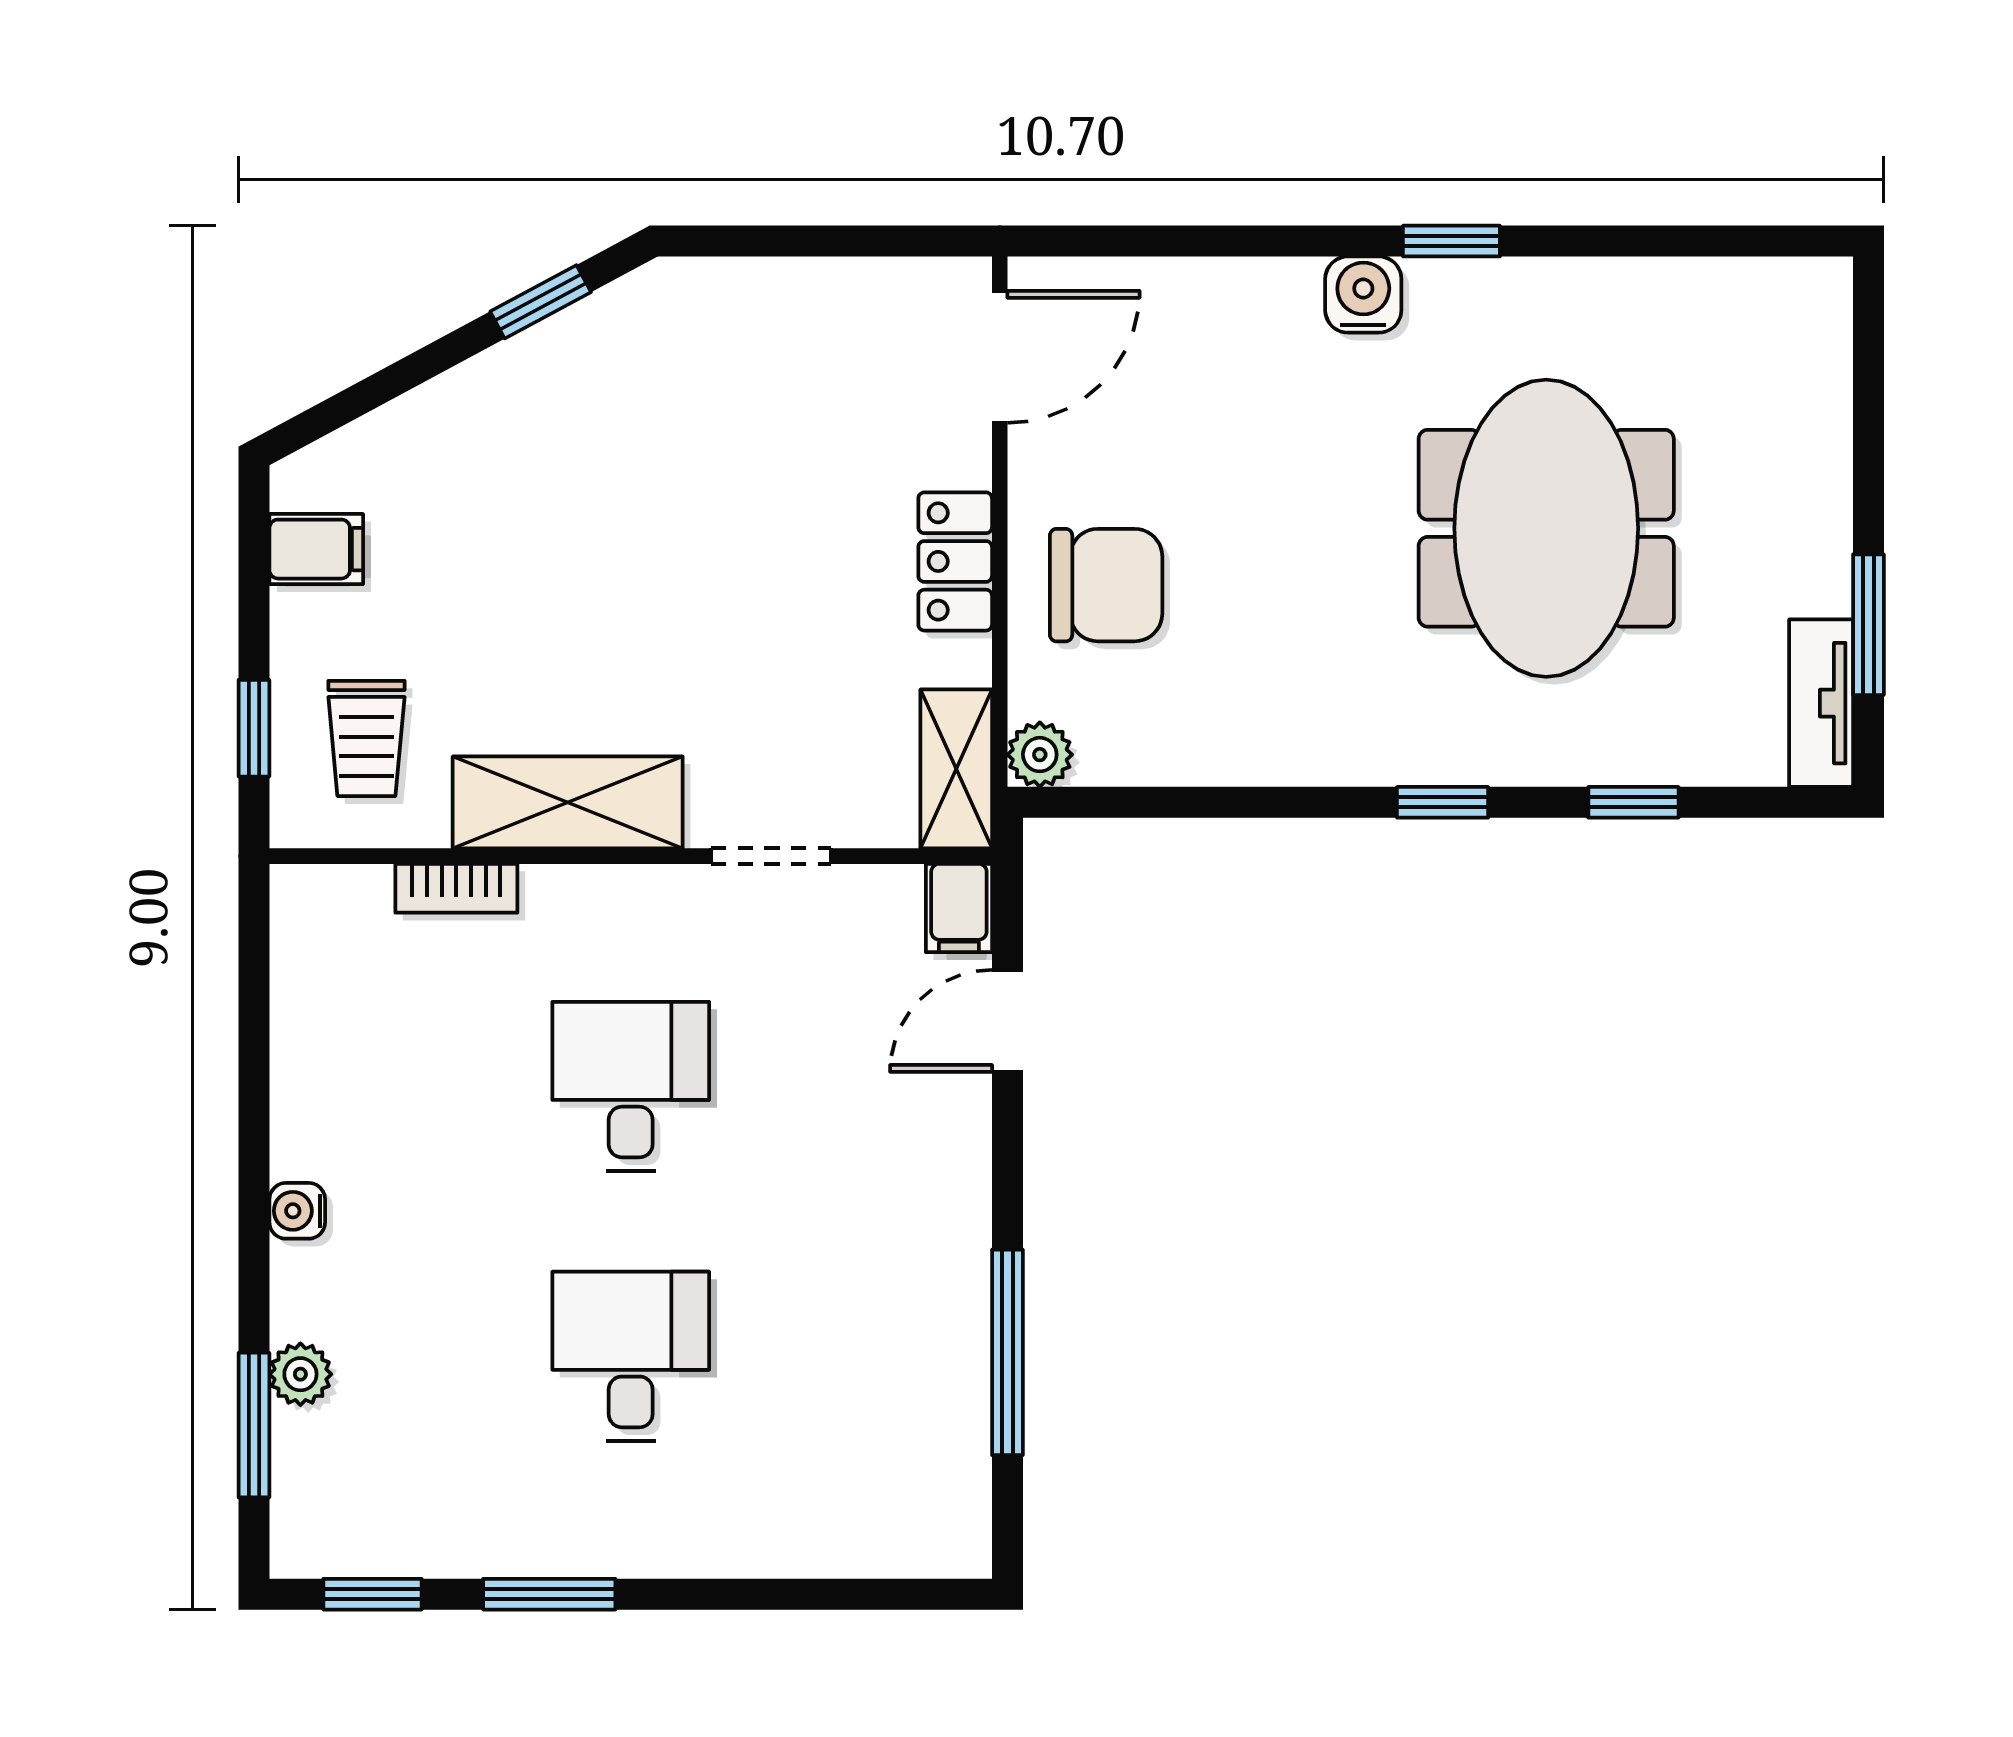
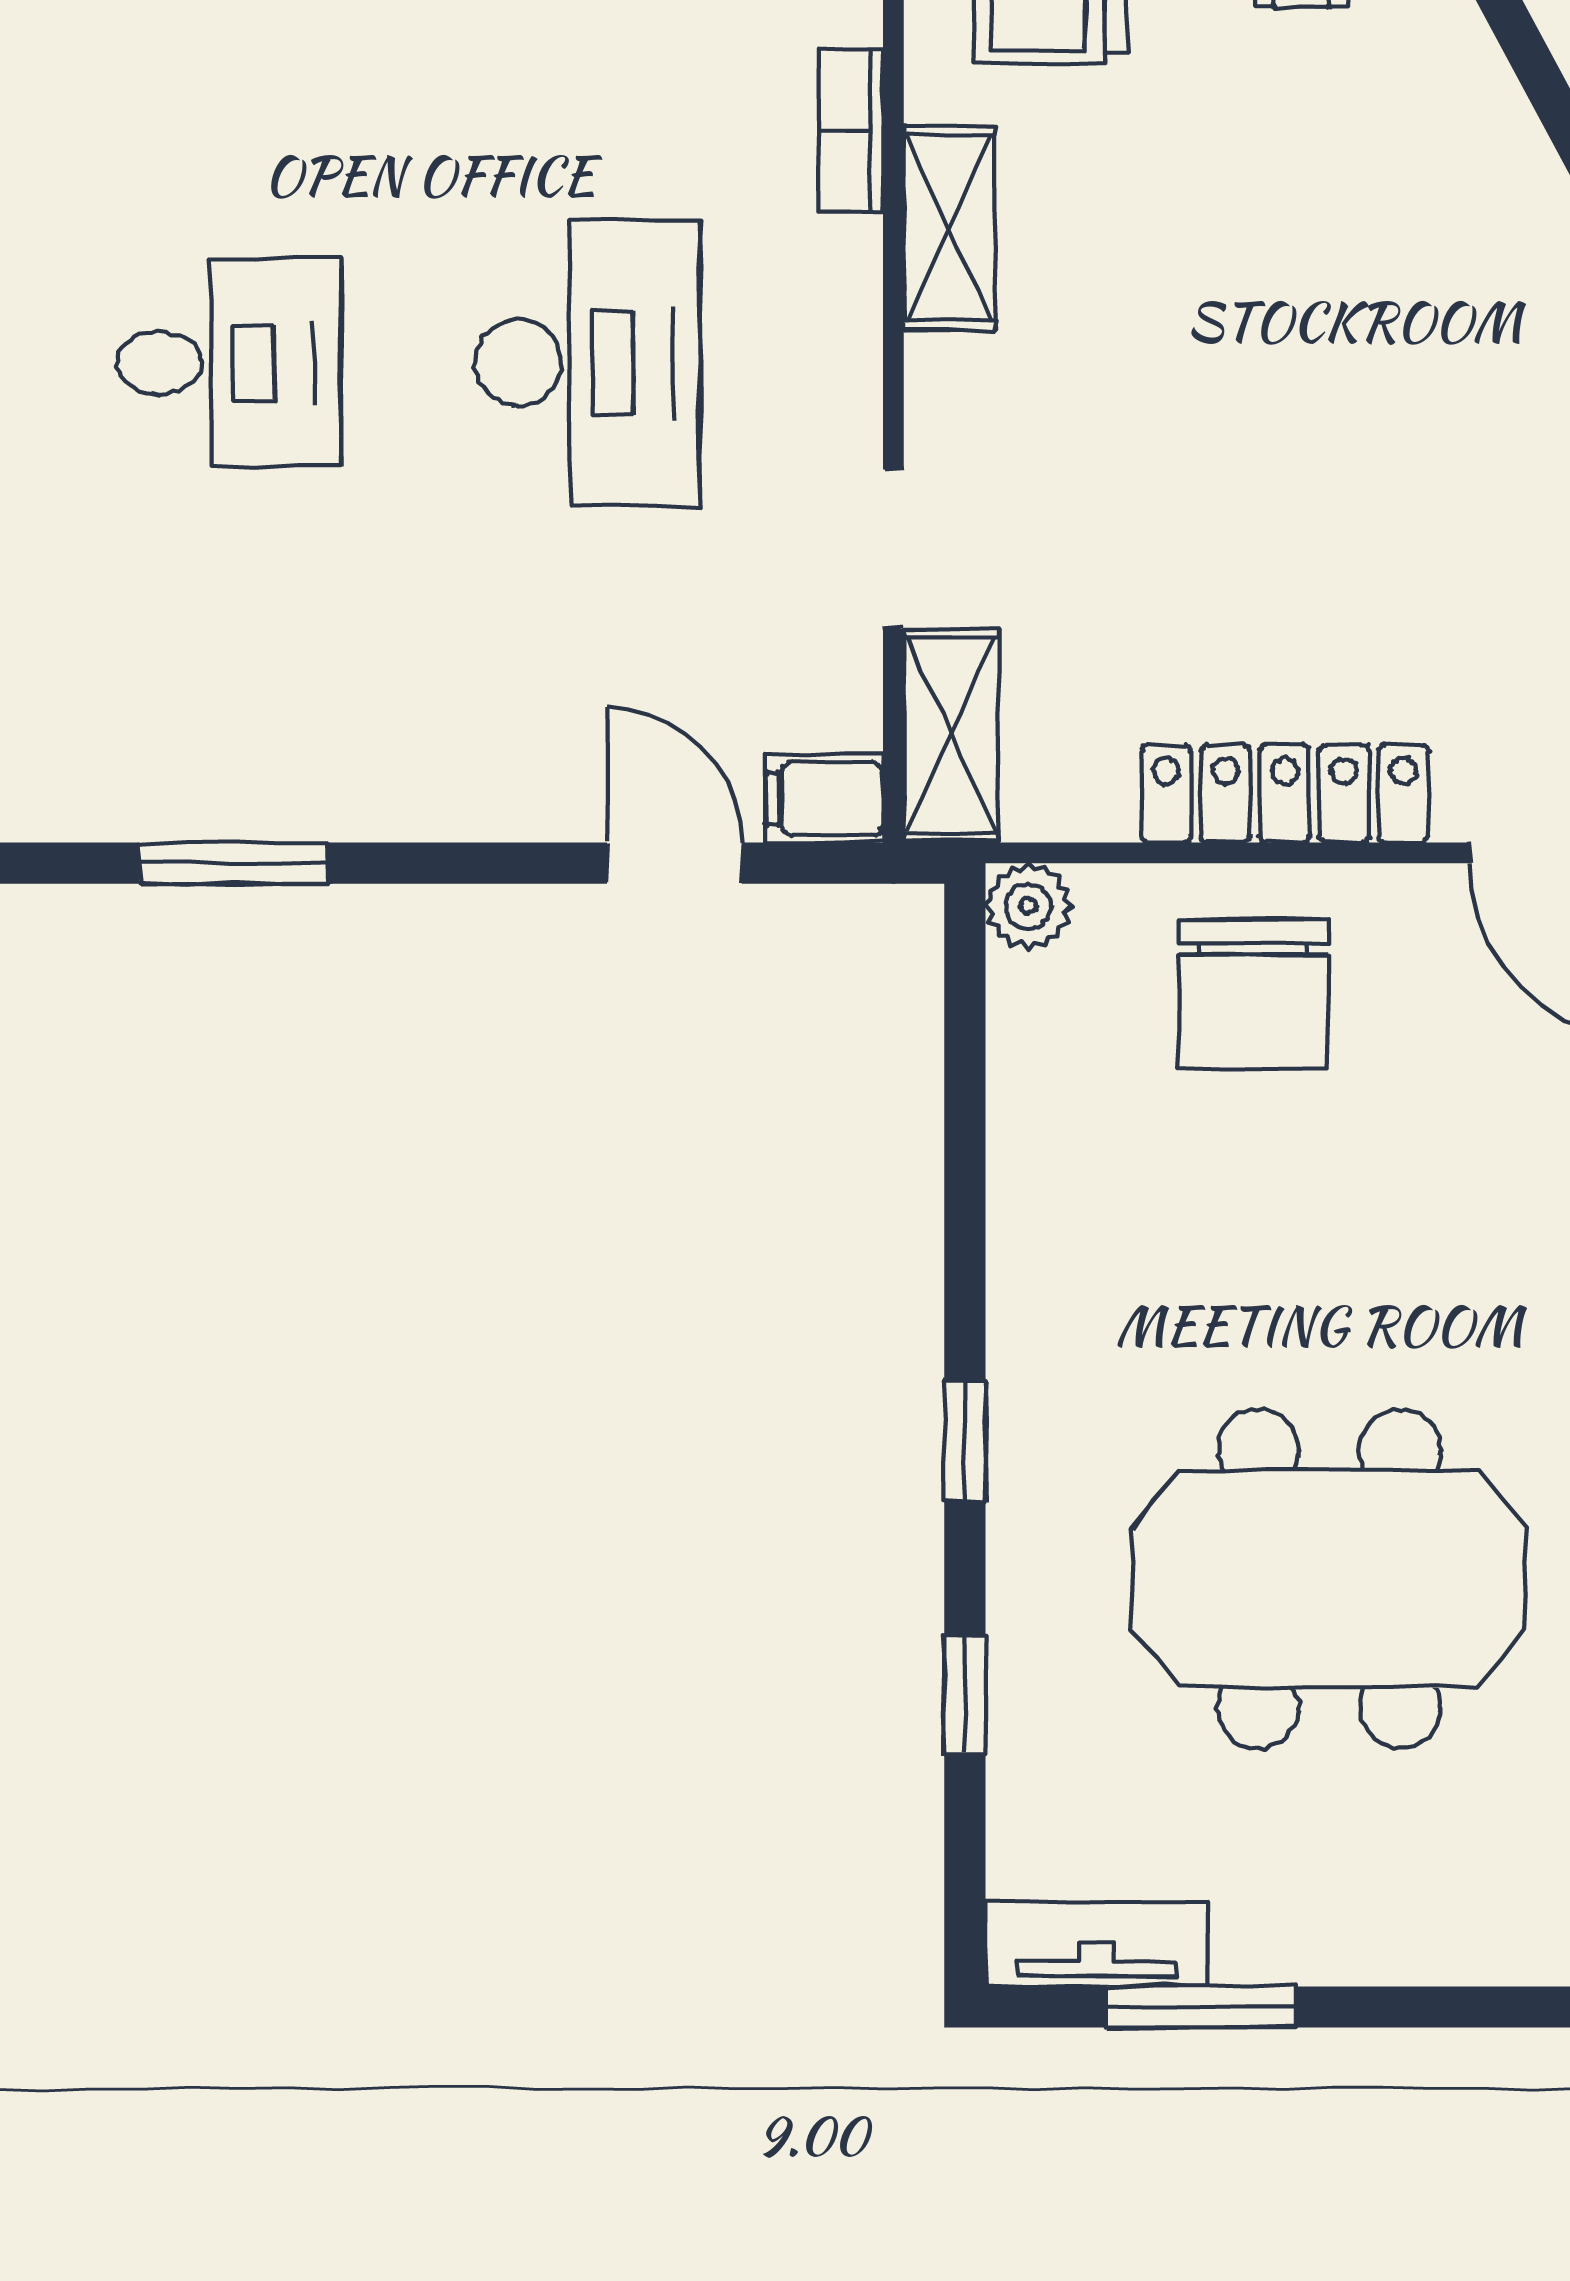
locker: (955, 561) -> (1285, 794), width x1.53
shelving: (956, 769) -> (951, 735), moved, turned 90
shelving: (568, 802) -> (949, 228), width x0.67, depth x0.75
desk: (631, 1086) -> (587, 363), width x1.37
window: (1007, 1352) -> (234, 863), width x0.69

